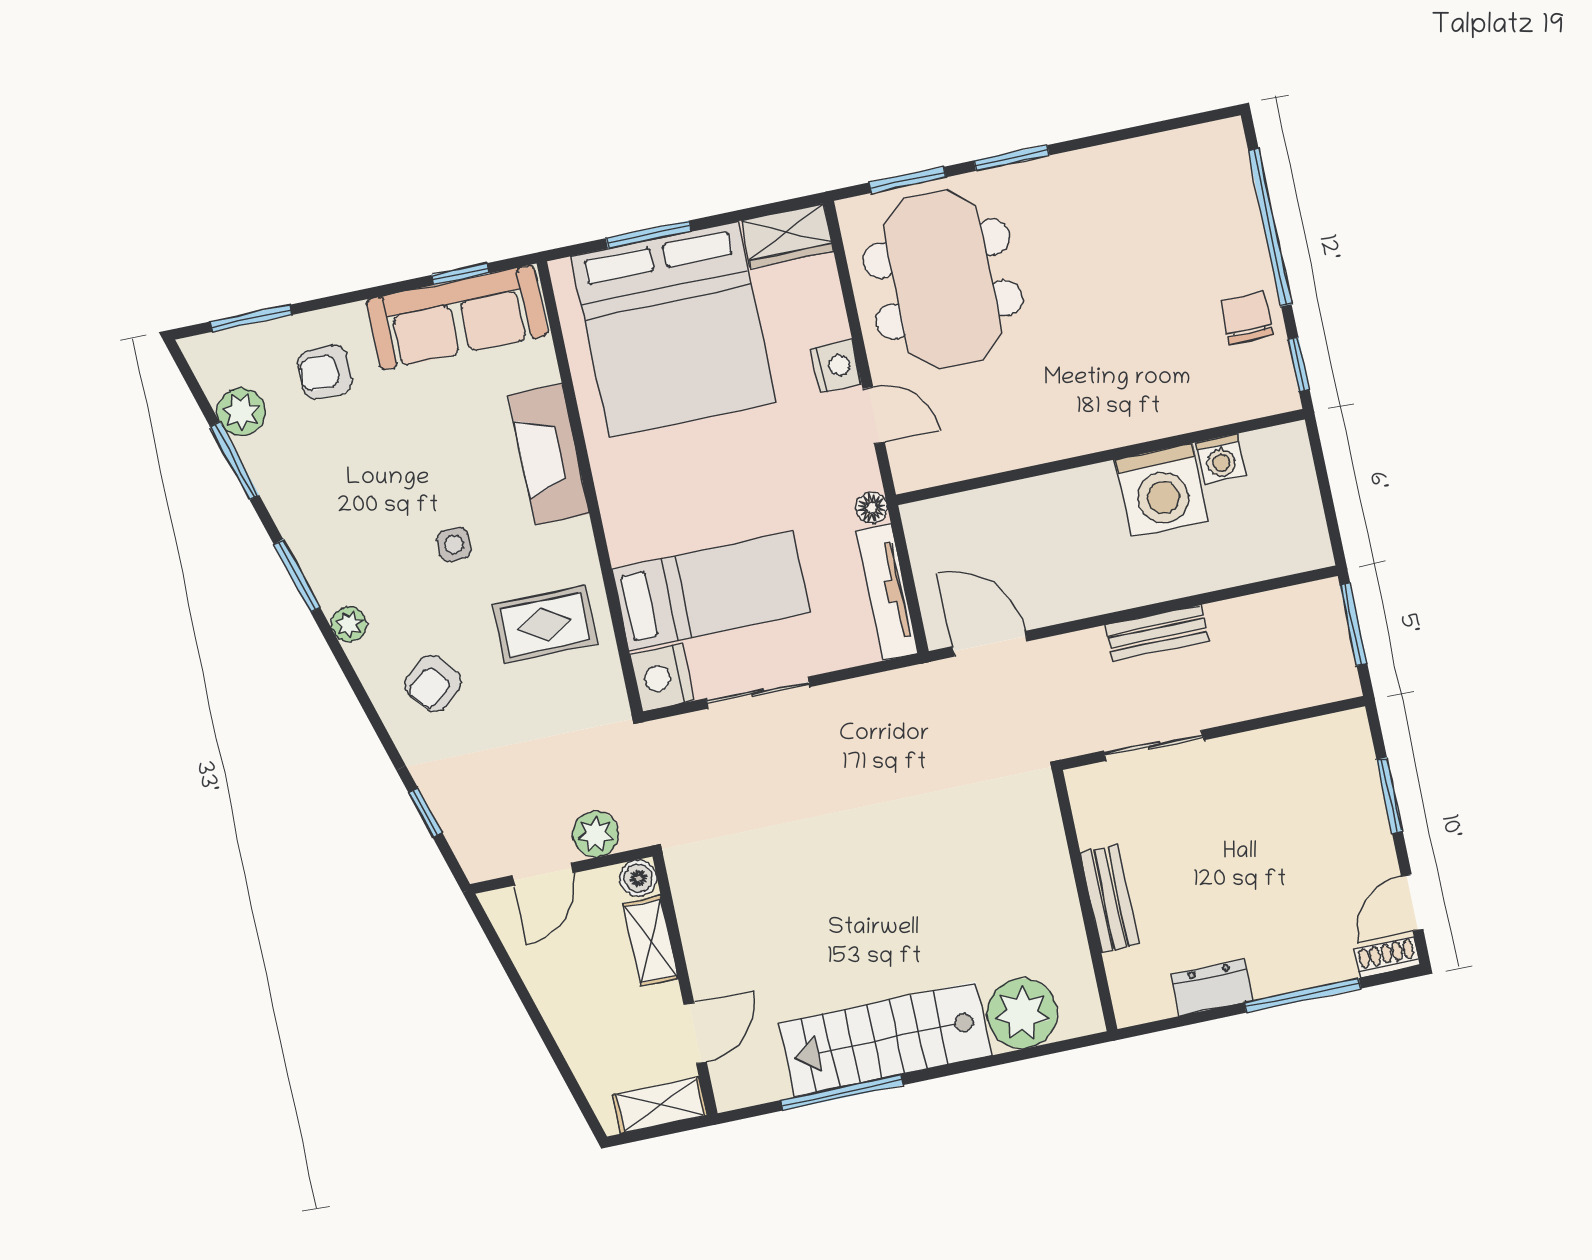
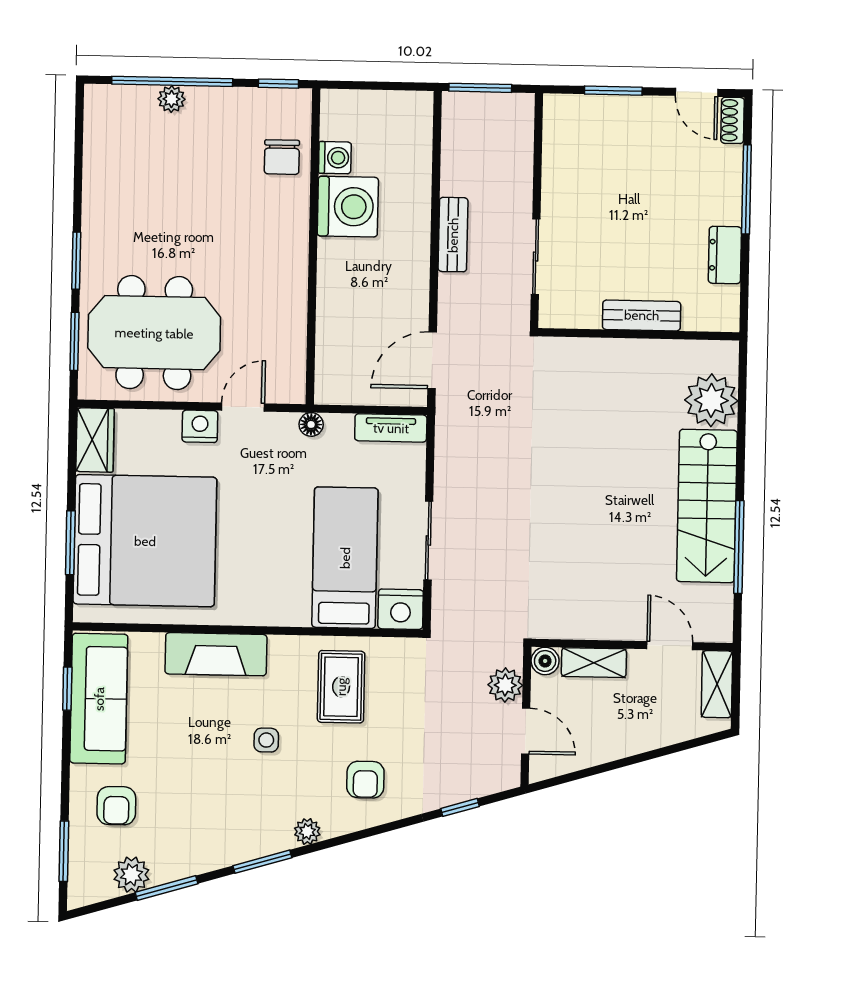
plant: (1247, 232) -> (172, 99), added
chair: (1247, 318) -> (282, 157), moved, turned -90
tv unit: (887, 592) -> (391, 428), width x0.71
armchair: (433, 683) -> (365, 780), turned 39

